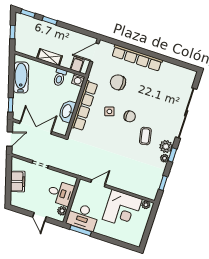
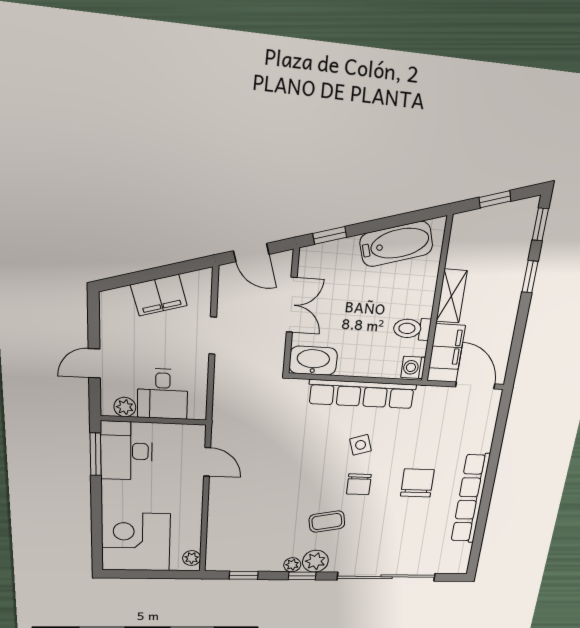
row of seats: (137, 58) -> (470, 499), moved
filing cabinet: (77, 64) -> (447, 347), width x2.00
chair: (118, 82) -> (417, 483), moved
washbasin: (67, 111) -> (313, 361), moved
double door: (36, 128) -> (292, 305), width x0.73
corner desk: (122, 209) -> (136, 542), moved, turned 90

